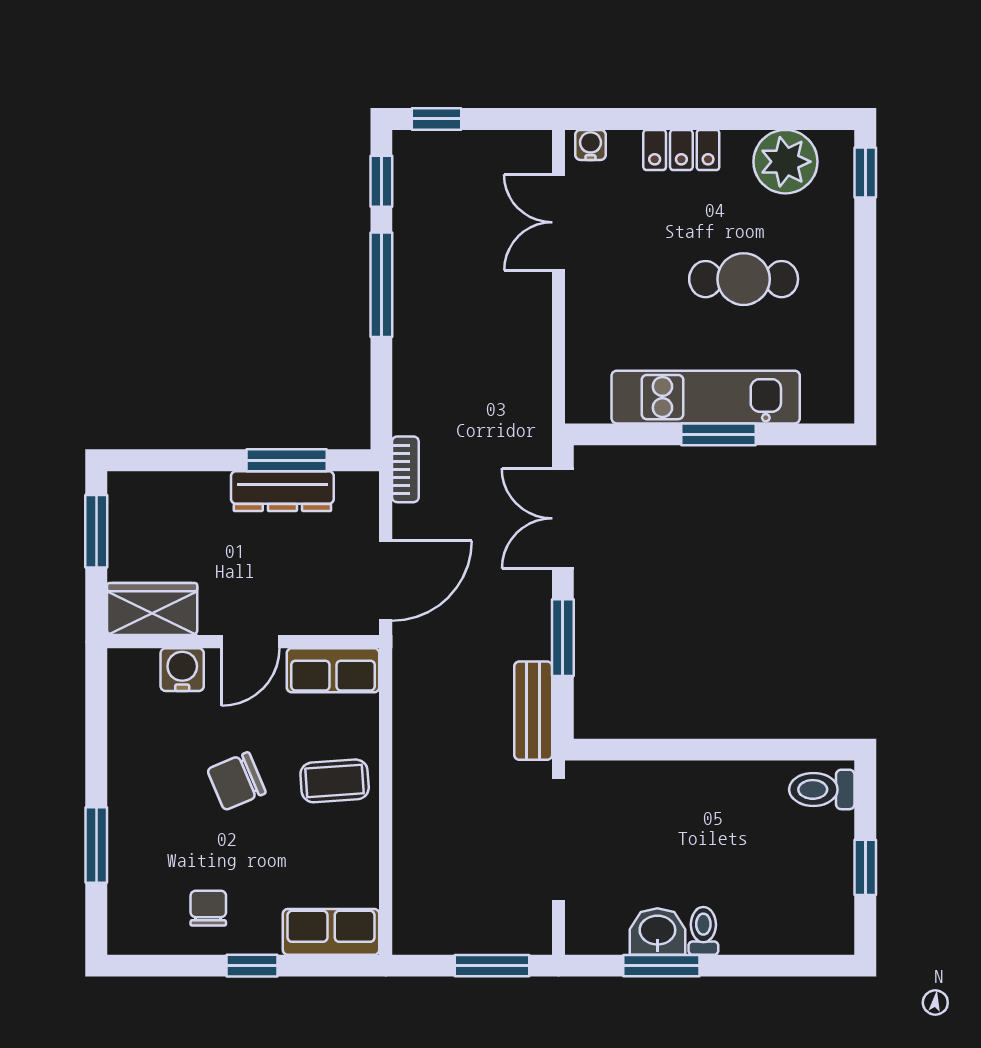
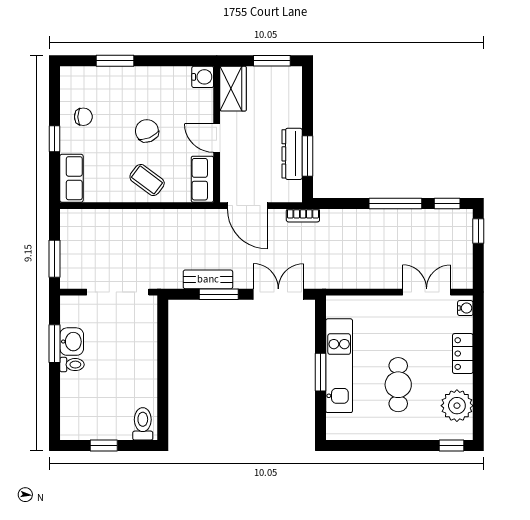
water cooler: (182, 670) -> (203, 77), moved
bench: (533, 711) -> (208, 279), moved
coffee table: (335, 781) -> (147, 180), turned -49

